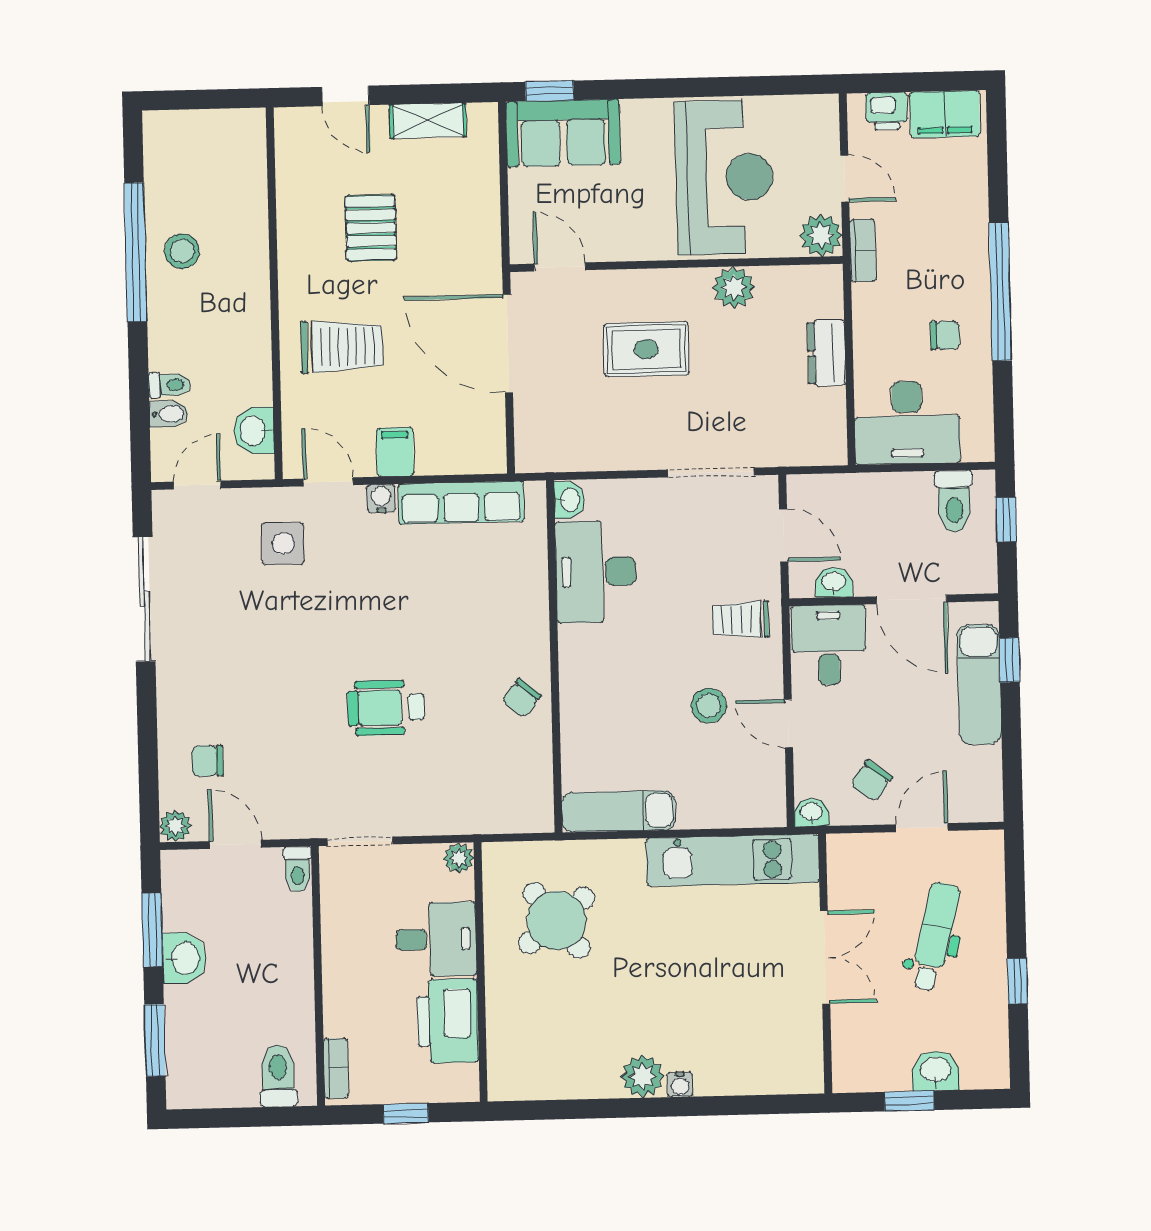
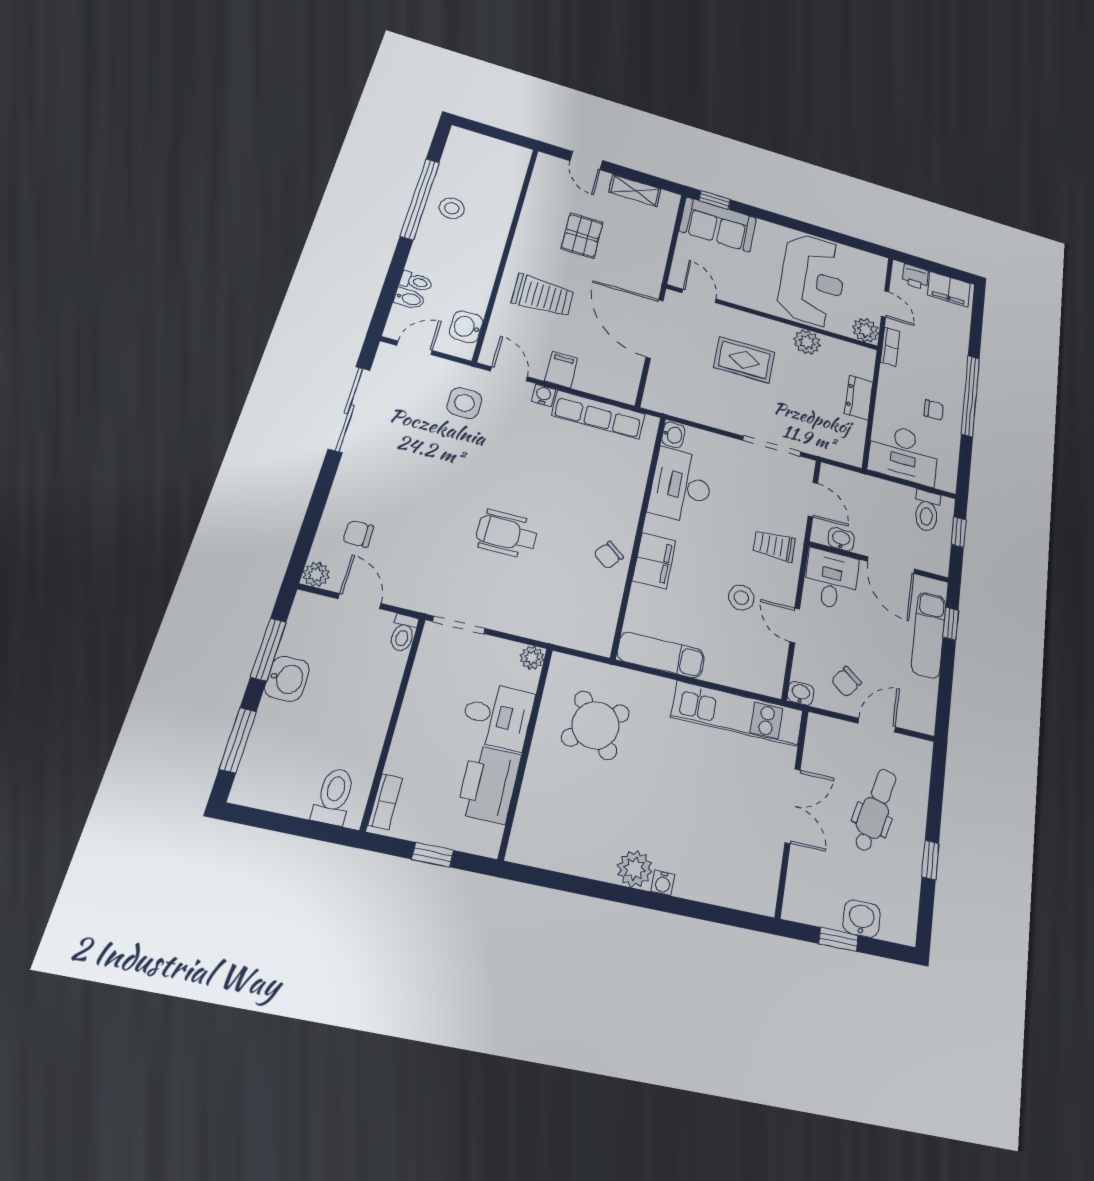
filing cabinet: (582, 688) -> (654, 561), added

